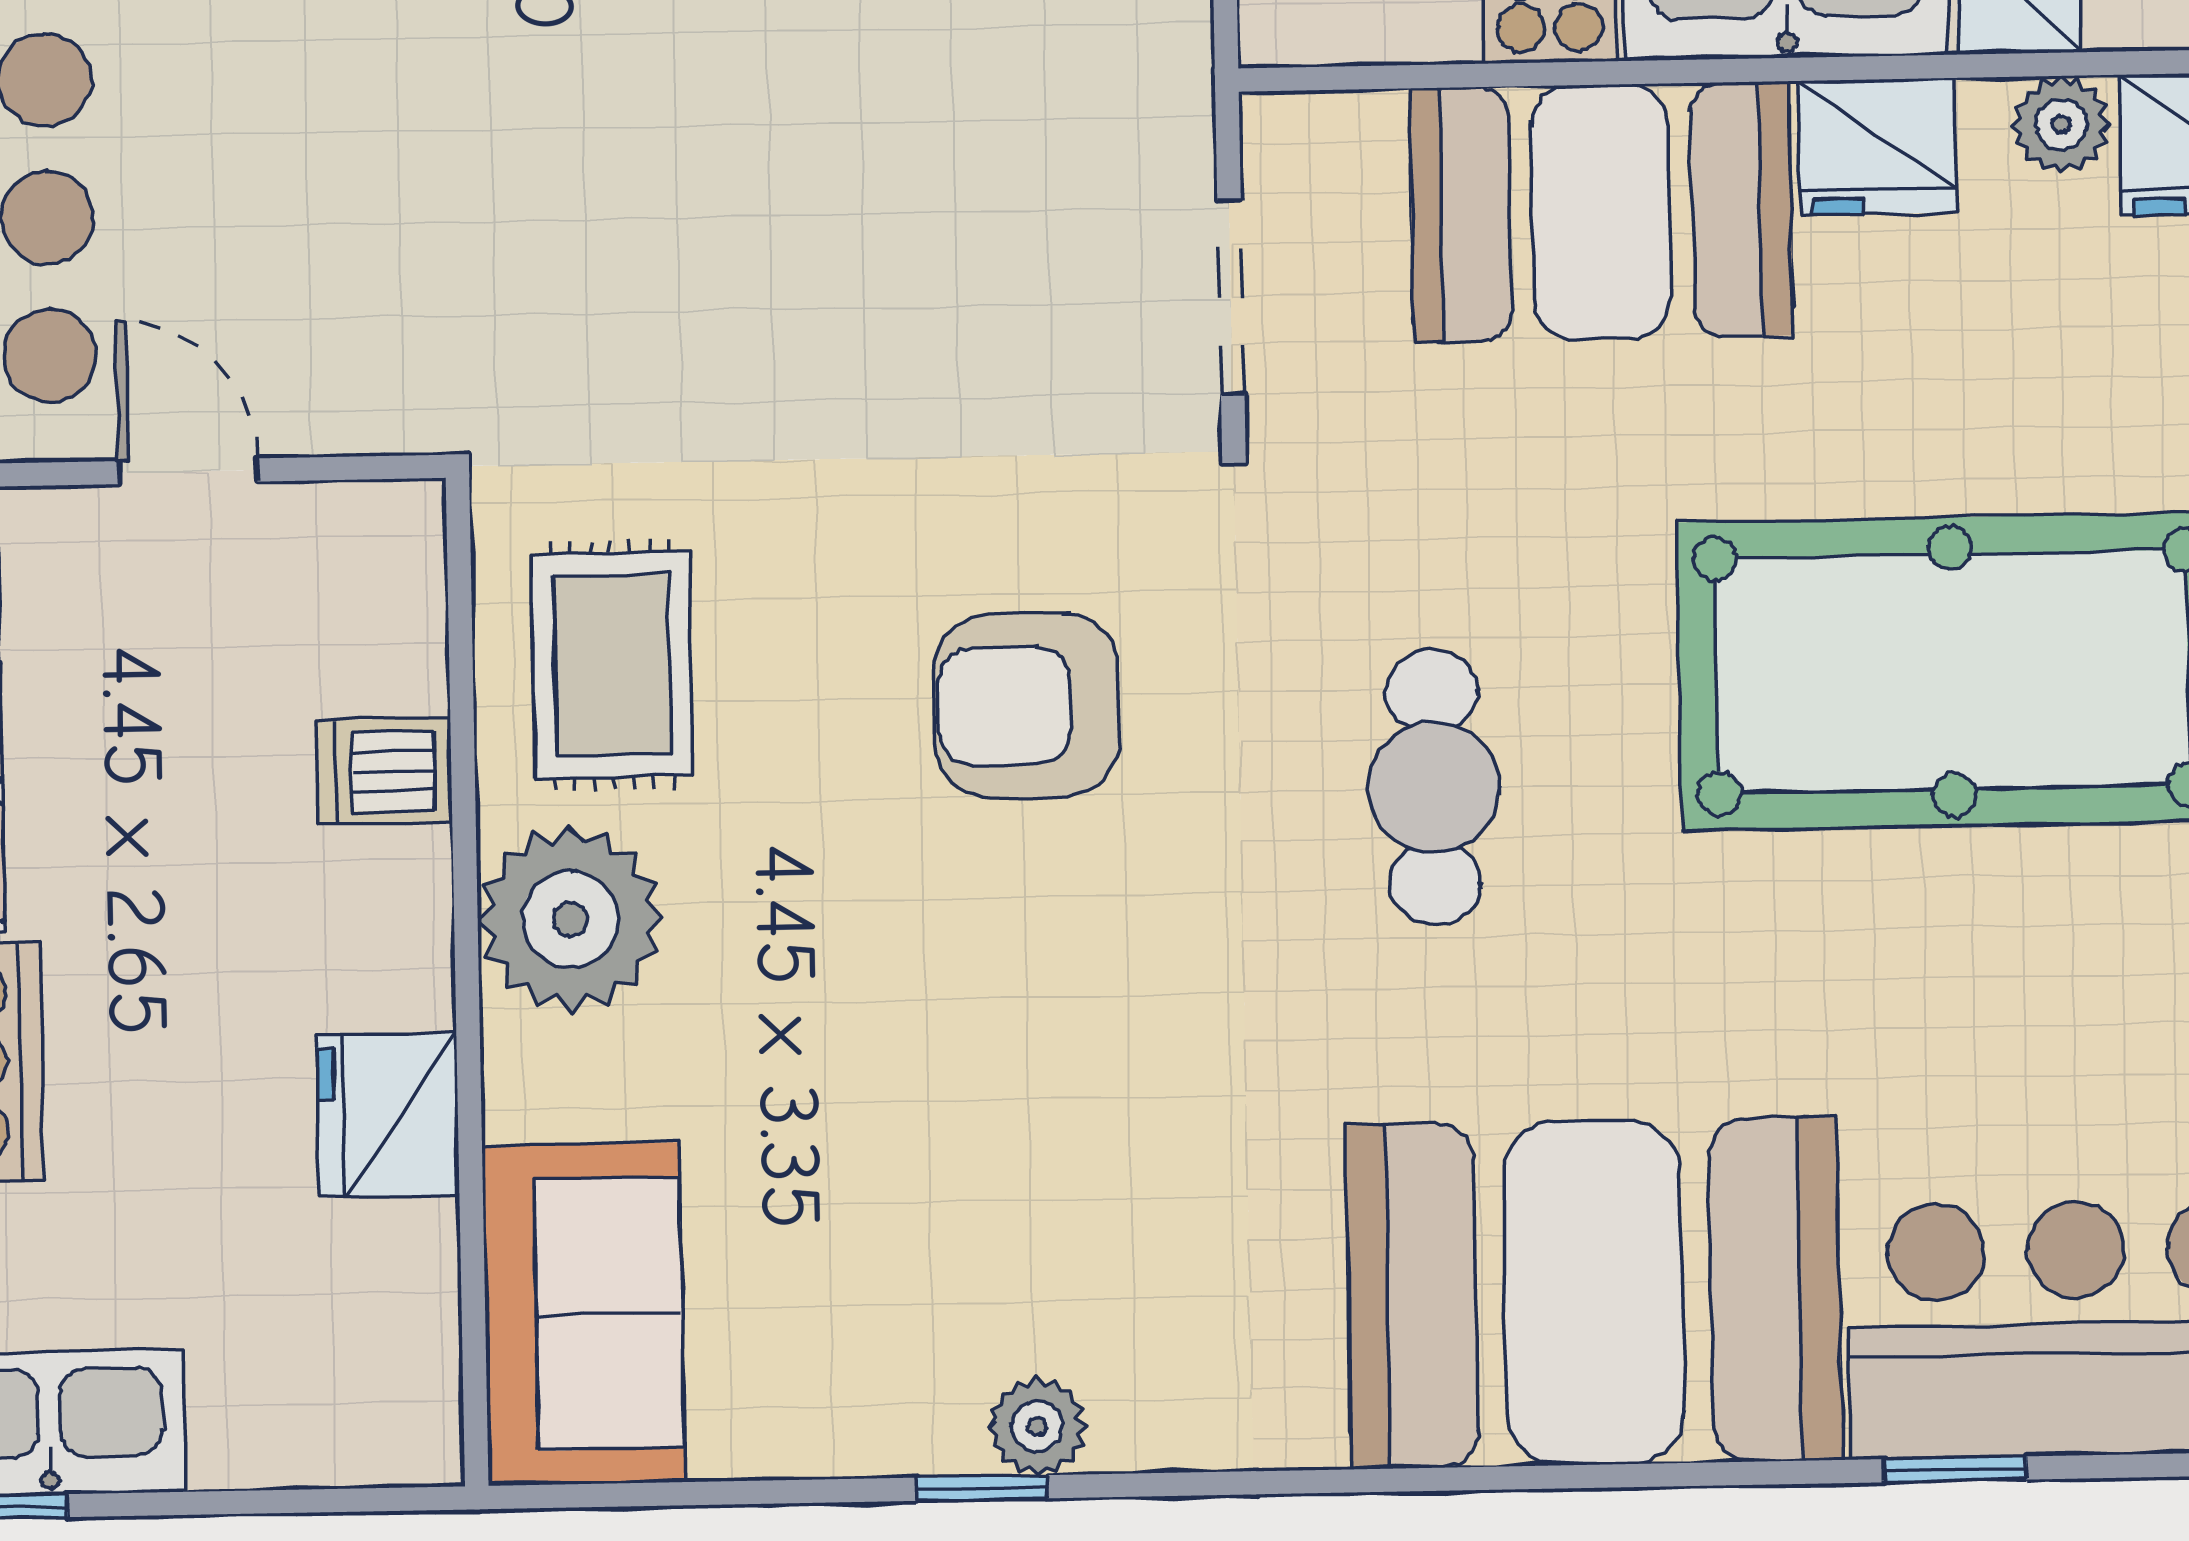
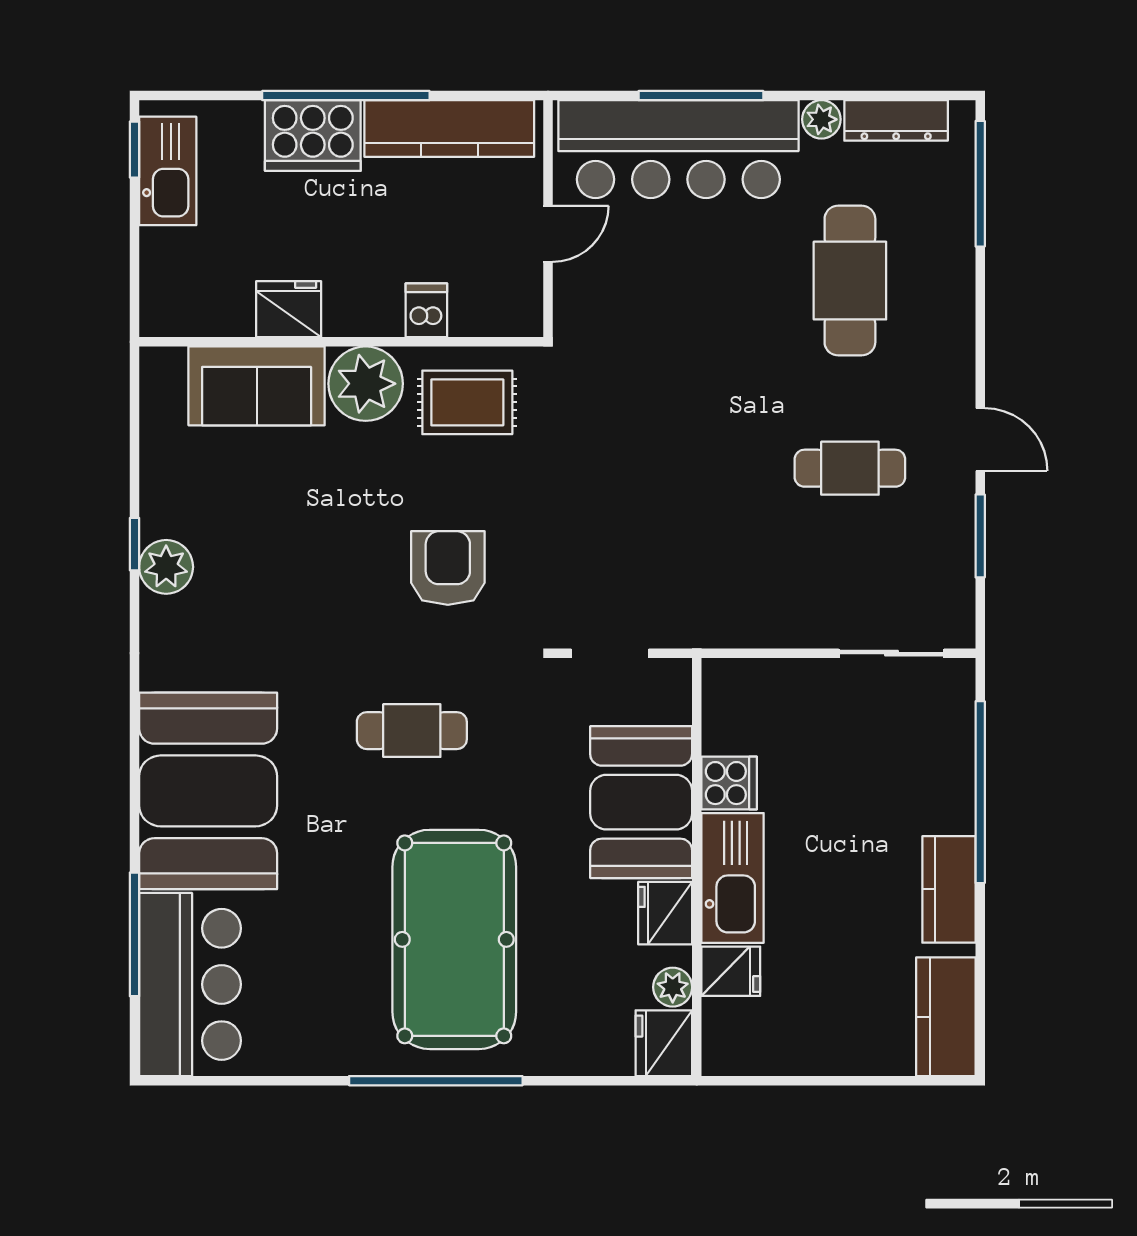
sofa: (583, 1314) -> (257, 386), moved
plant: (1037, 1427) -> (166, 567), width x1.38, depth x1.38
window: (1955, 1469) -> (135, 934), width x2.17

